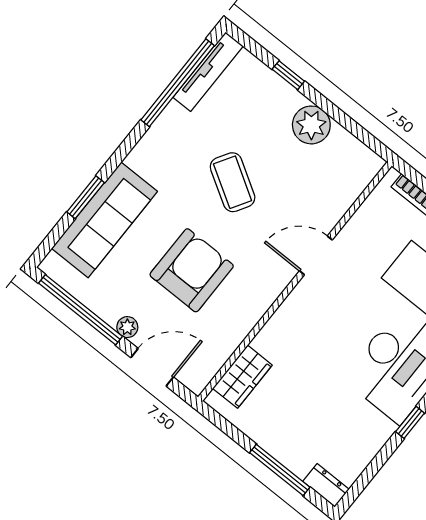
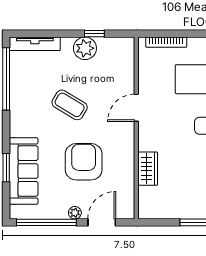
tv unit: (208, 72) -> (35, 44), moved, turned 90
window: (288, 75) -> (94, 34), moved
wardrobe: (242, 377) -> (148, 169), moved

